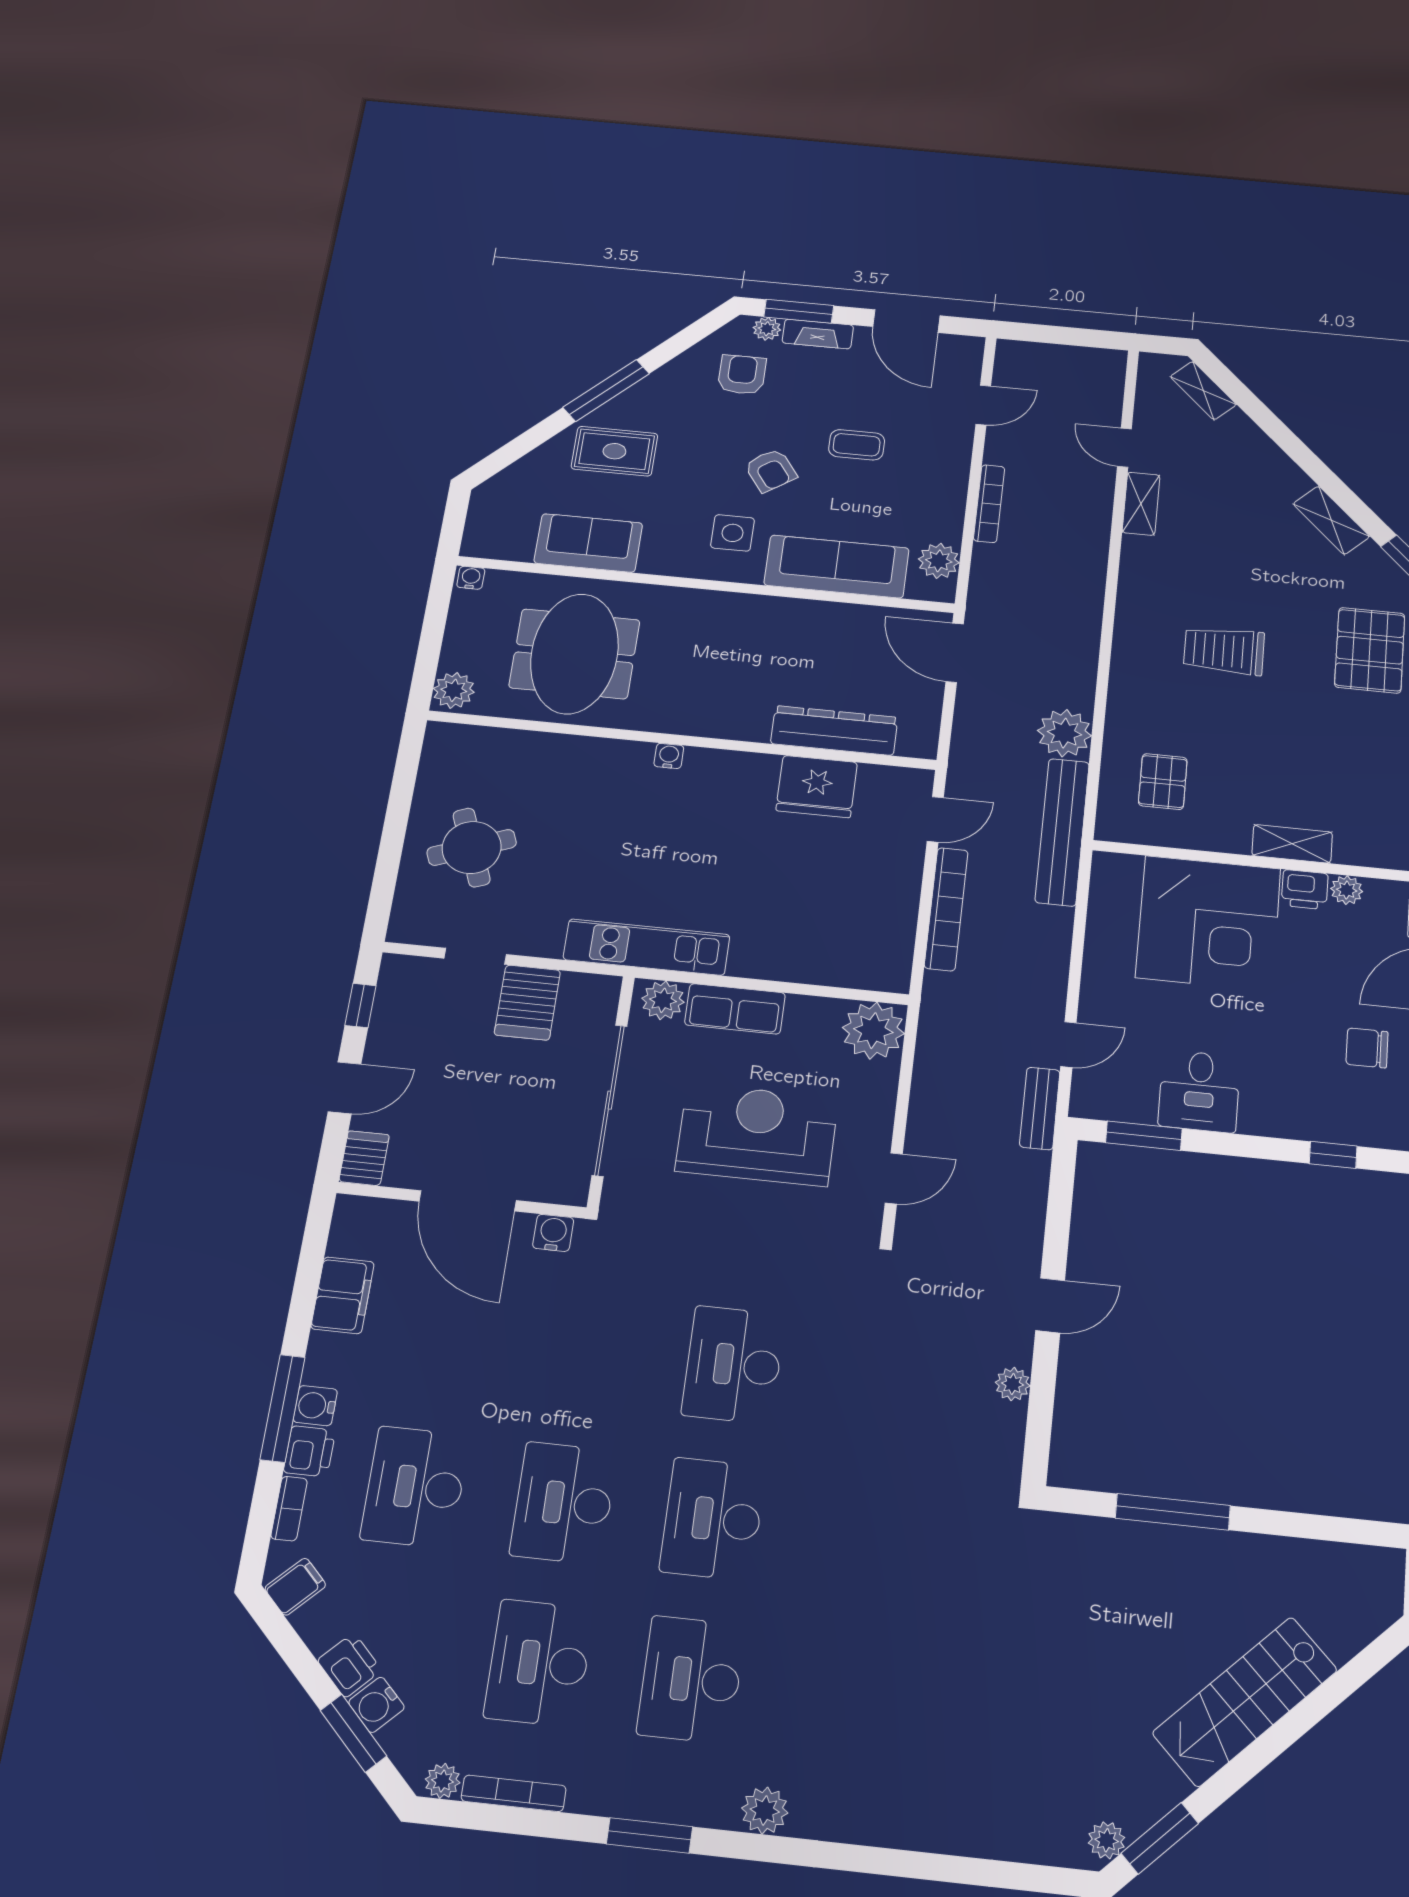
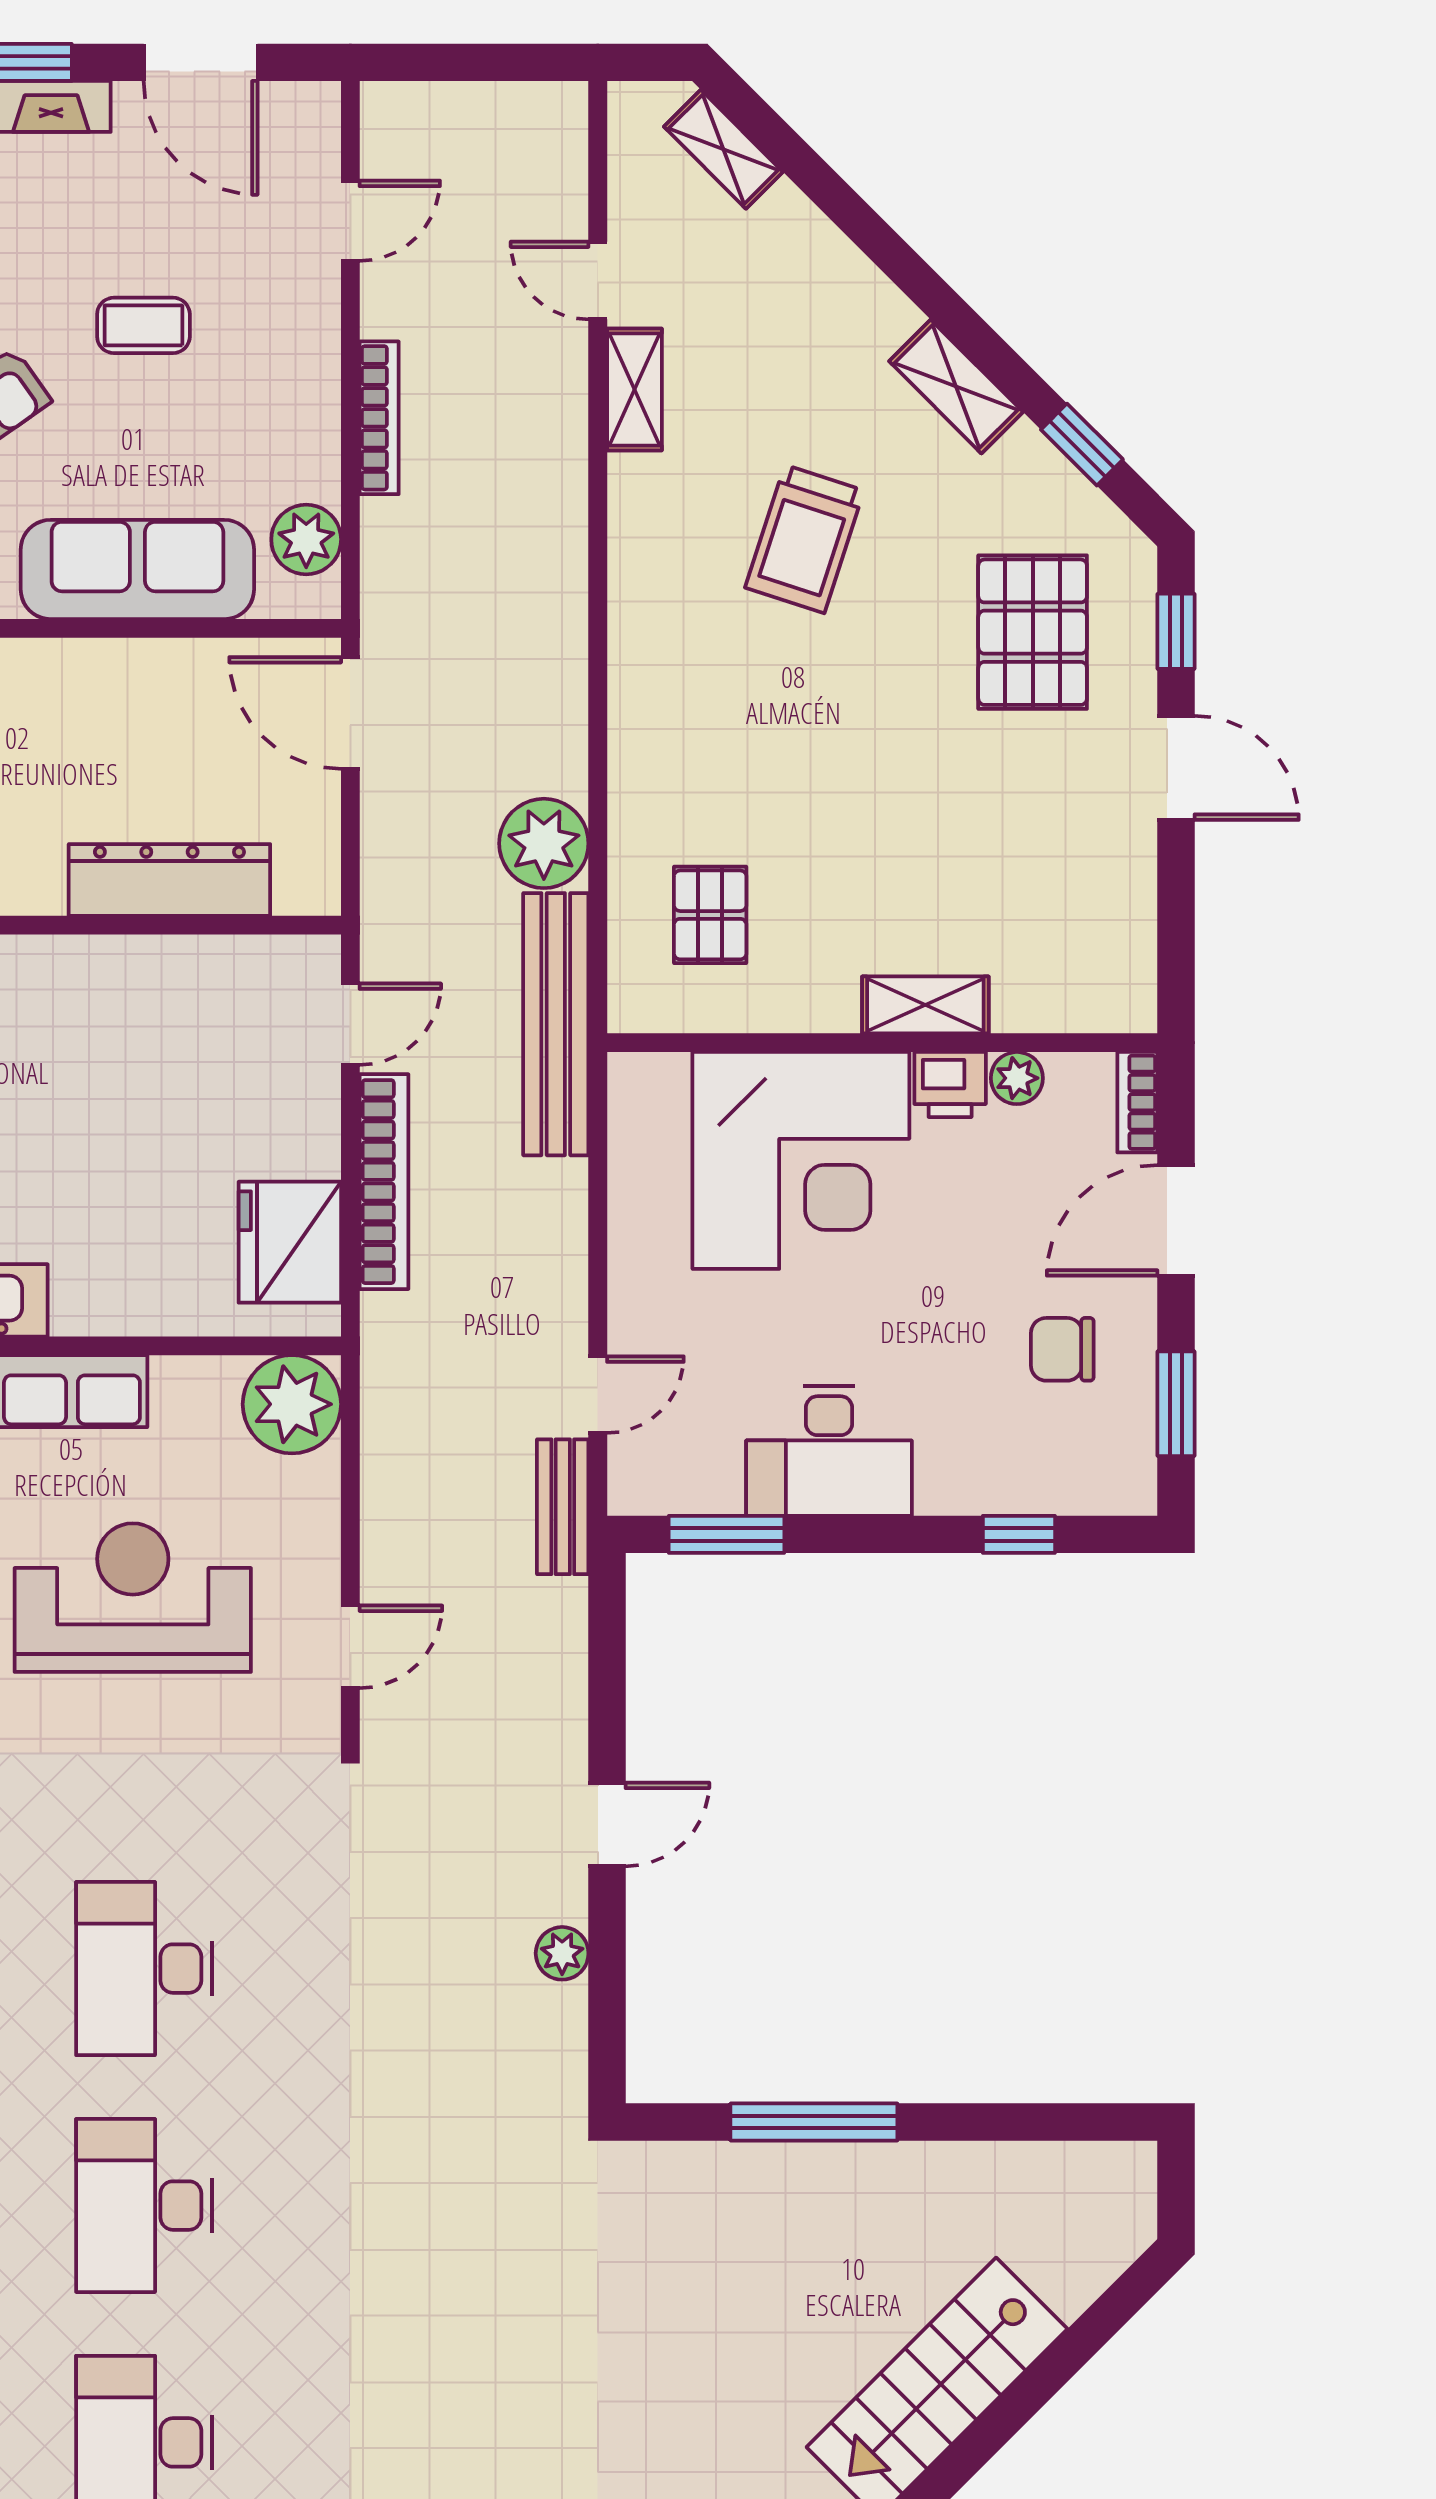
trolley: (1224, 651) -> (805, 539), moved, turned -72
fridge: (817, 787) -> (290, 1242), moved, turned 90
desk: (1199, 1091) -> (829, 1451), width x1.37

